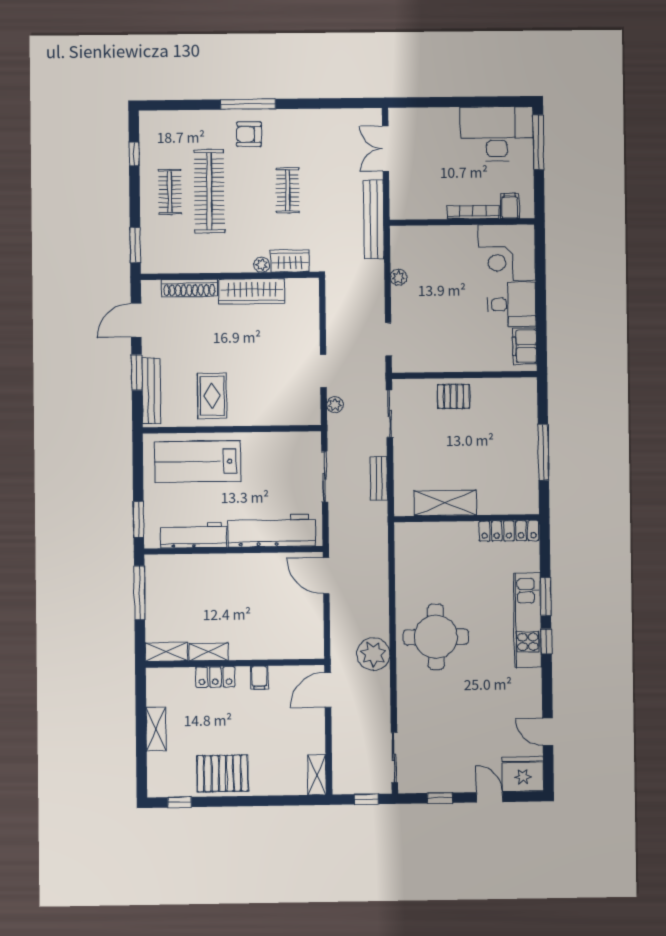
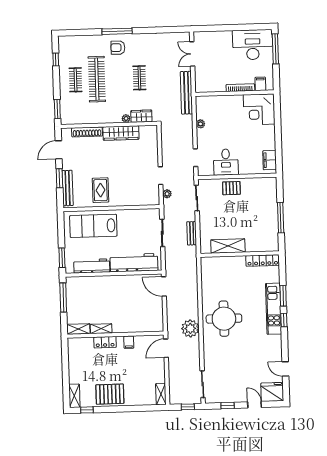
desk: (512, 305) -> (226, 162), moved, turned 90
shelving: (156, 729) -> (74, 396), moved

